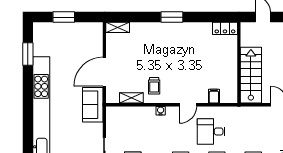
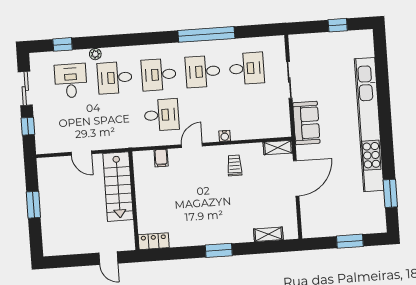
shelving: (118, 27) -> (268, 234), moved
shelving: (131, 98) -> (278, 148), moved
sofa: (93, 105) -> (306, 123), moved

